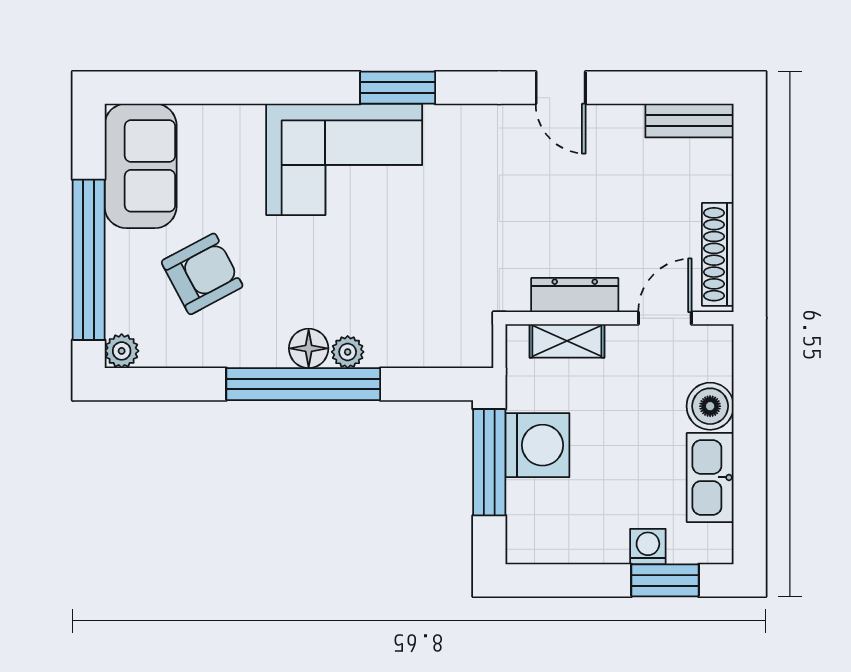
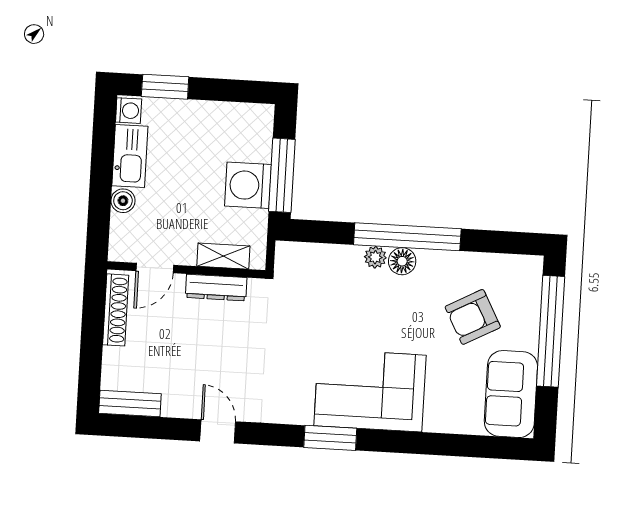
plant: (122, 351) -> (531, 267), removed
boiler: (710, 406) -> (123, 201), width x0.73, depth x0.73
washing machine: (648, 547) -> (129, 111), moved, turned -90

